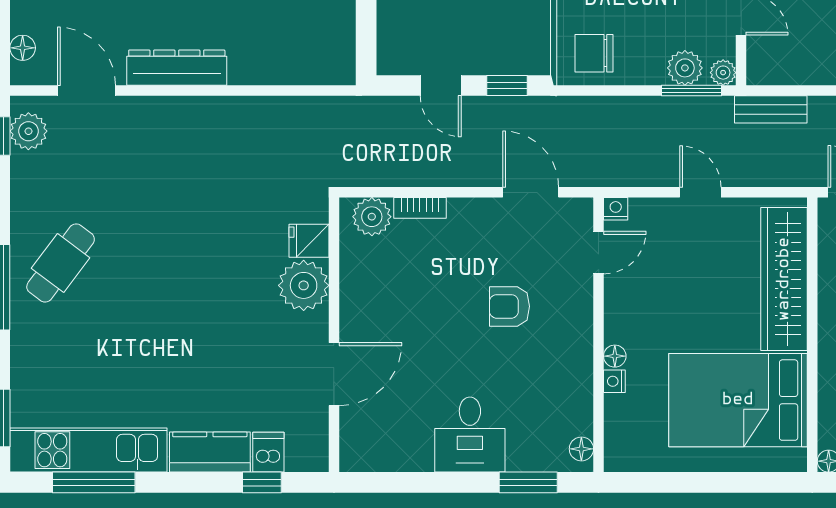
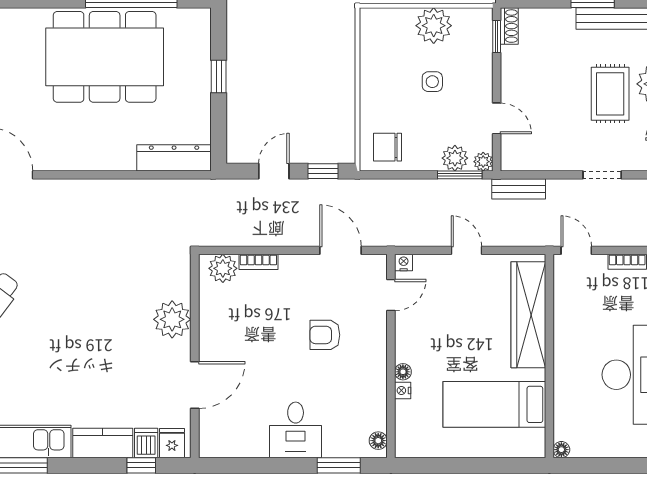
dresser: (177, 68) -> (174, 158), moved
door: (441, 85) -> (274, 171), swing flipped
fridge: (309, 241) -> (172, 443), moved, turned 90
bed: (738, 400) -> (494, 404), width x0.67

